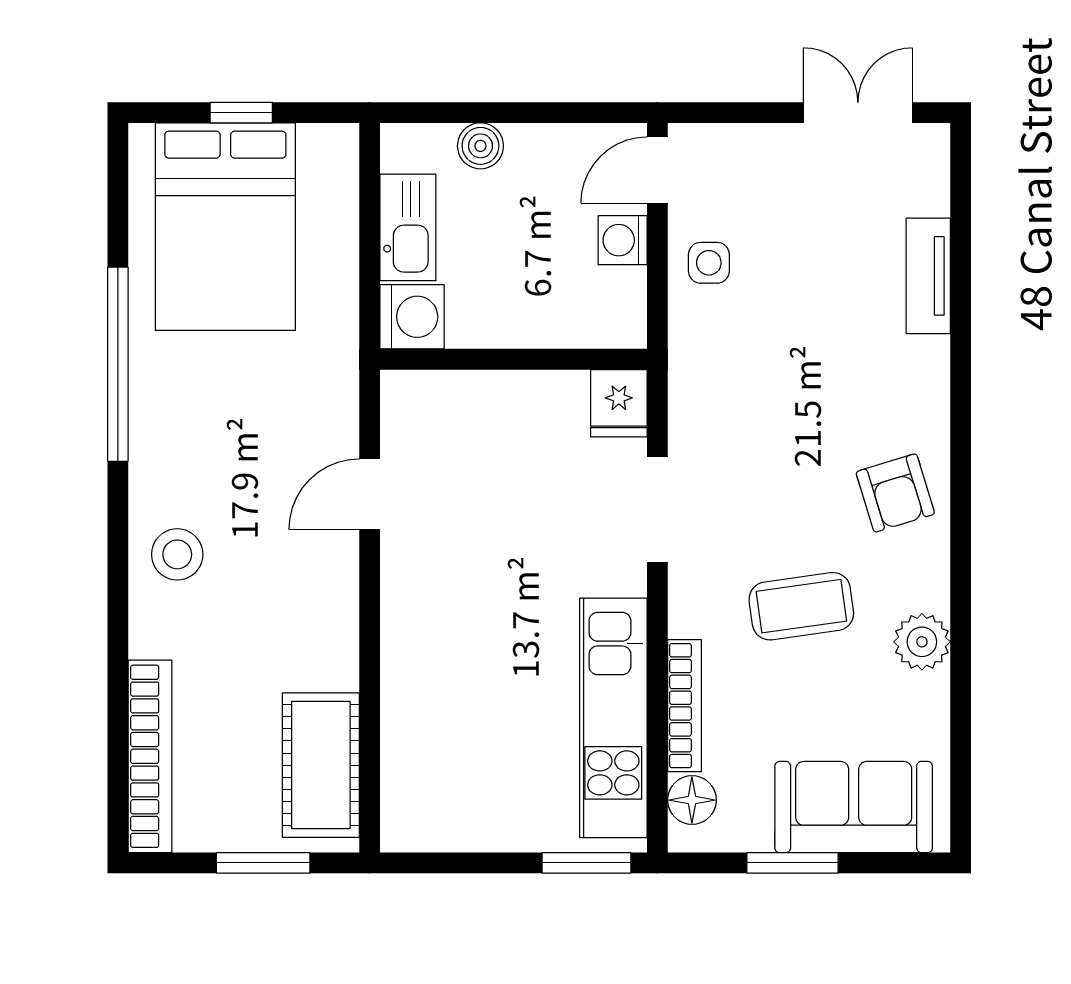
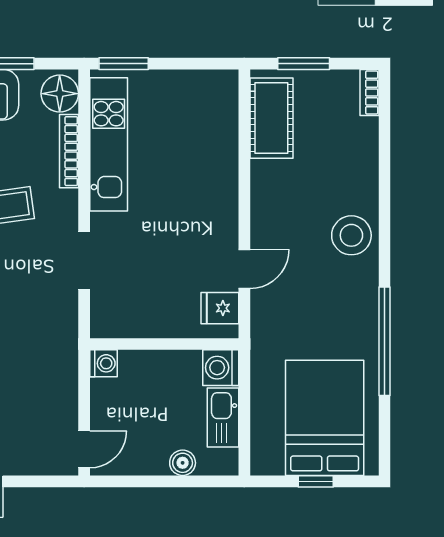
washing machine: (623, 240) -> (103, 363), moved
side table: (709, 263) -> (55, 398), removed
fridge: (619, 403) -> (220, 308), moved, turned -90
stool: (177, 554) -> (351, 235), width x1.38, depth x1.38
bookcase: (150, 756) -> (370, 93), width x0.43, depth x0.76
floor lamp: (692, 800) -> (60, 94), width x1.38, depth x1.38

